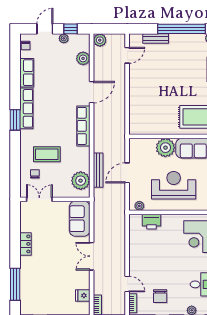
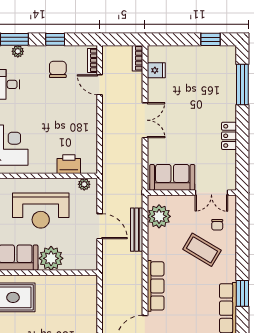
coffee table: (47, 154) -> (202, 250), turned 31
door: (127, 173) -> (100, 226), hinge flipped
sofa: (80, 219) -> (172, 177), moved, turned -90

